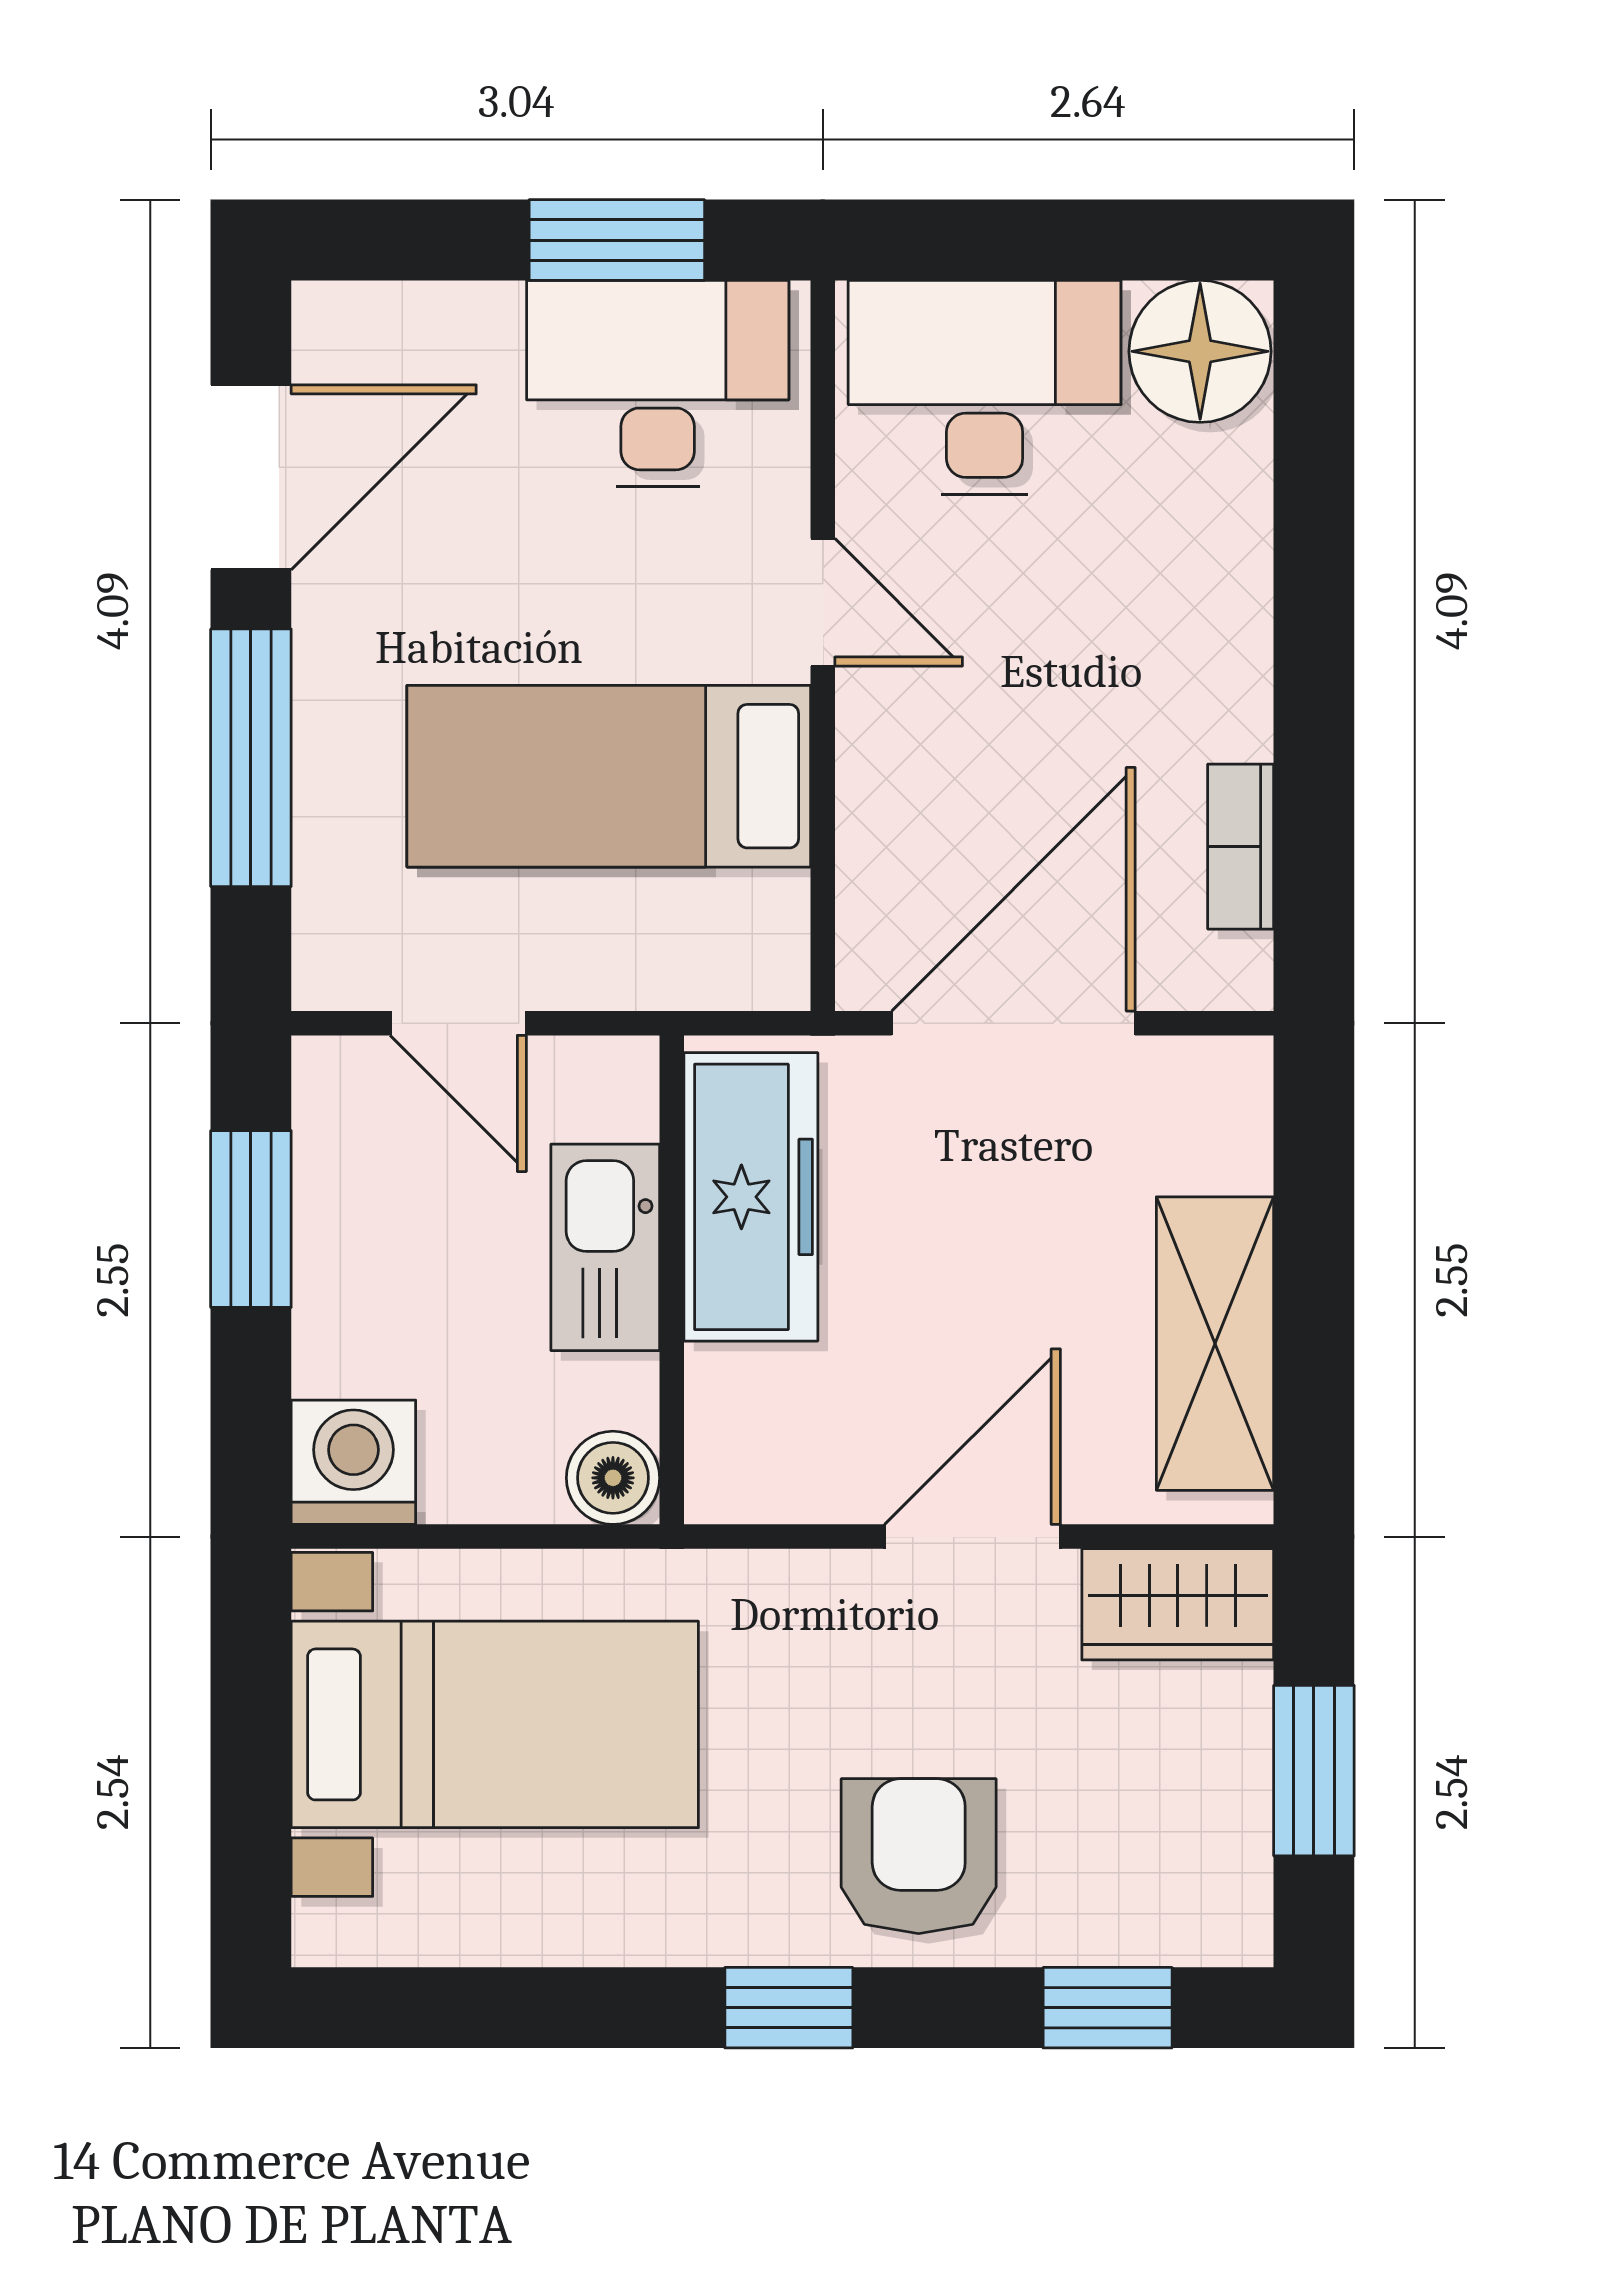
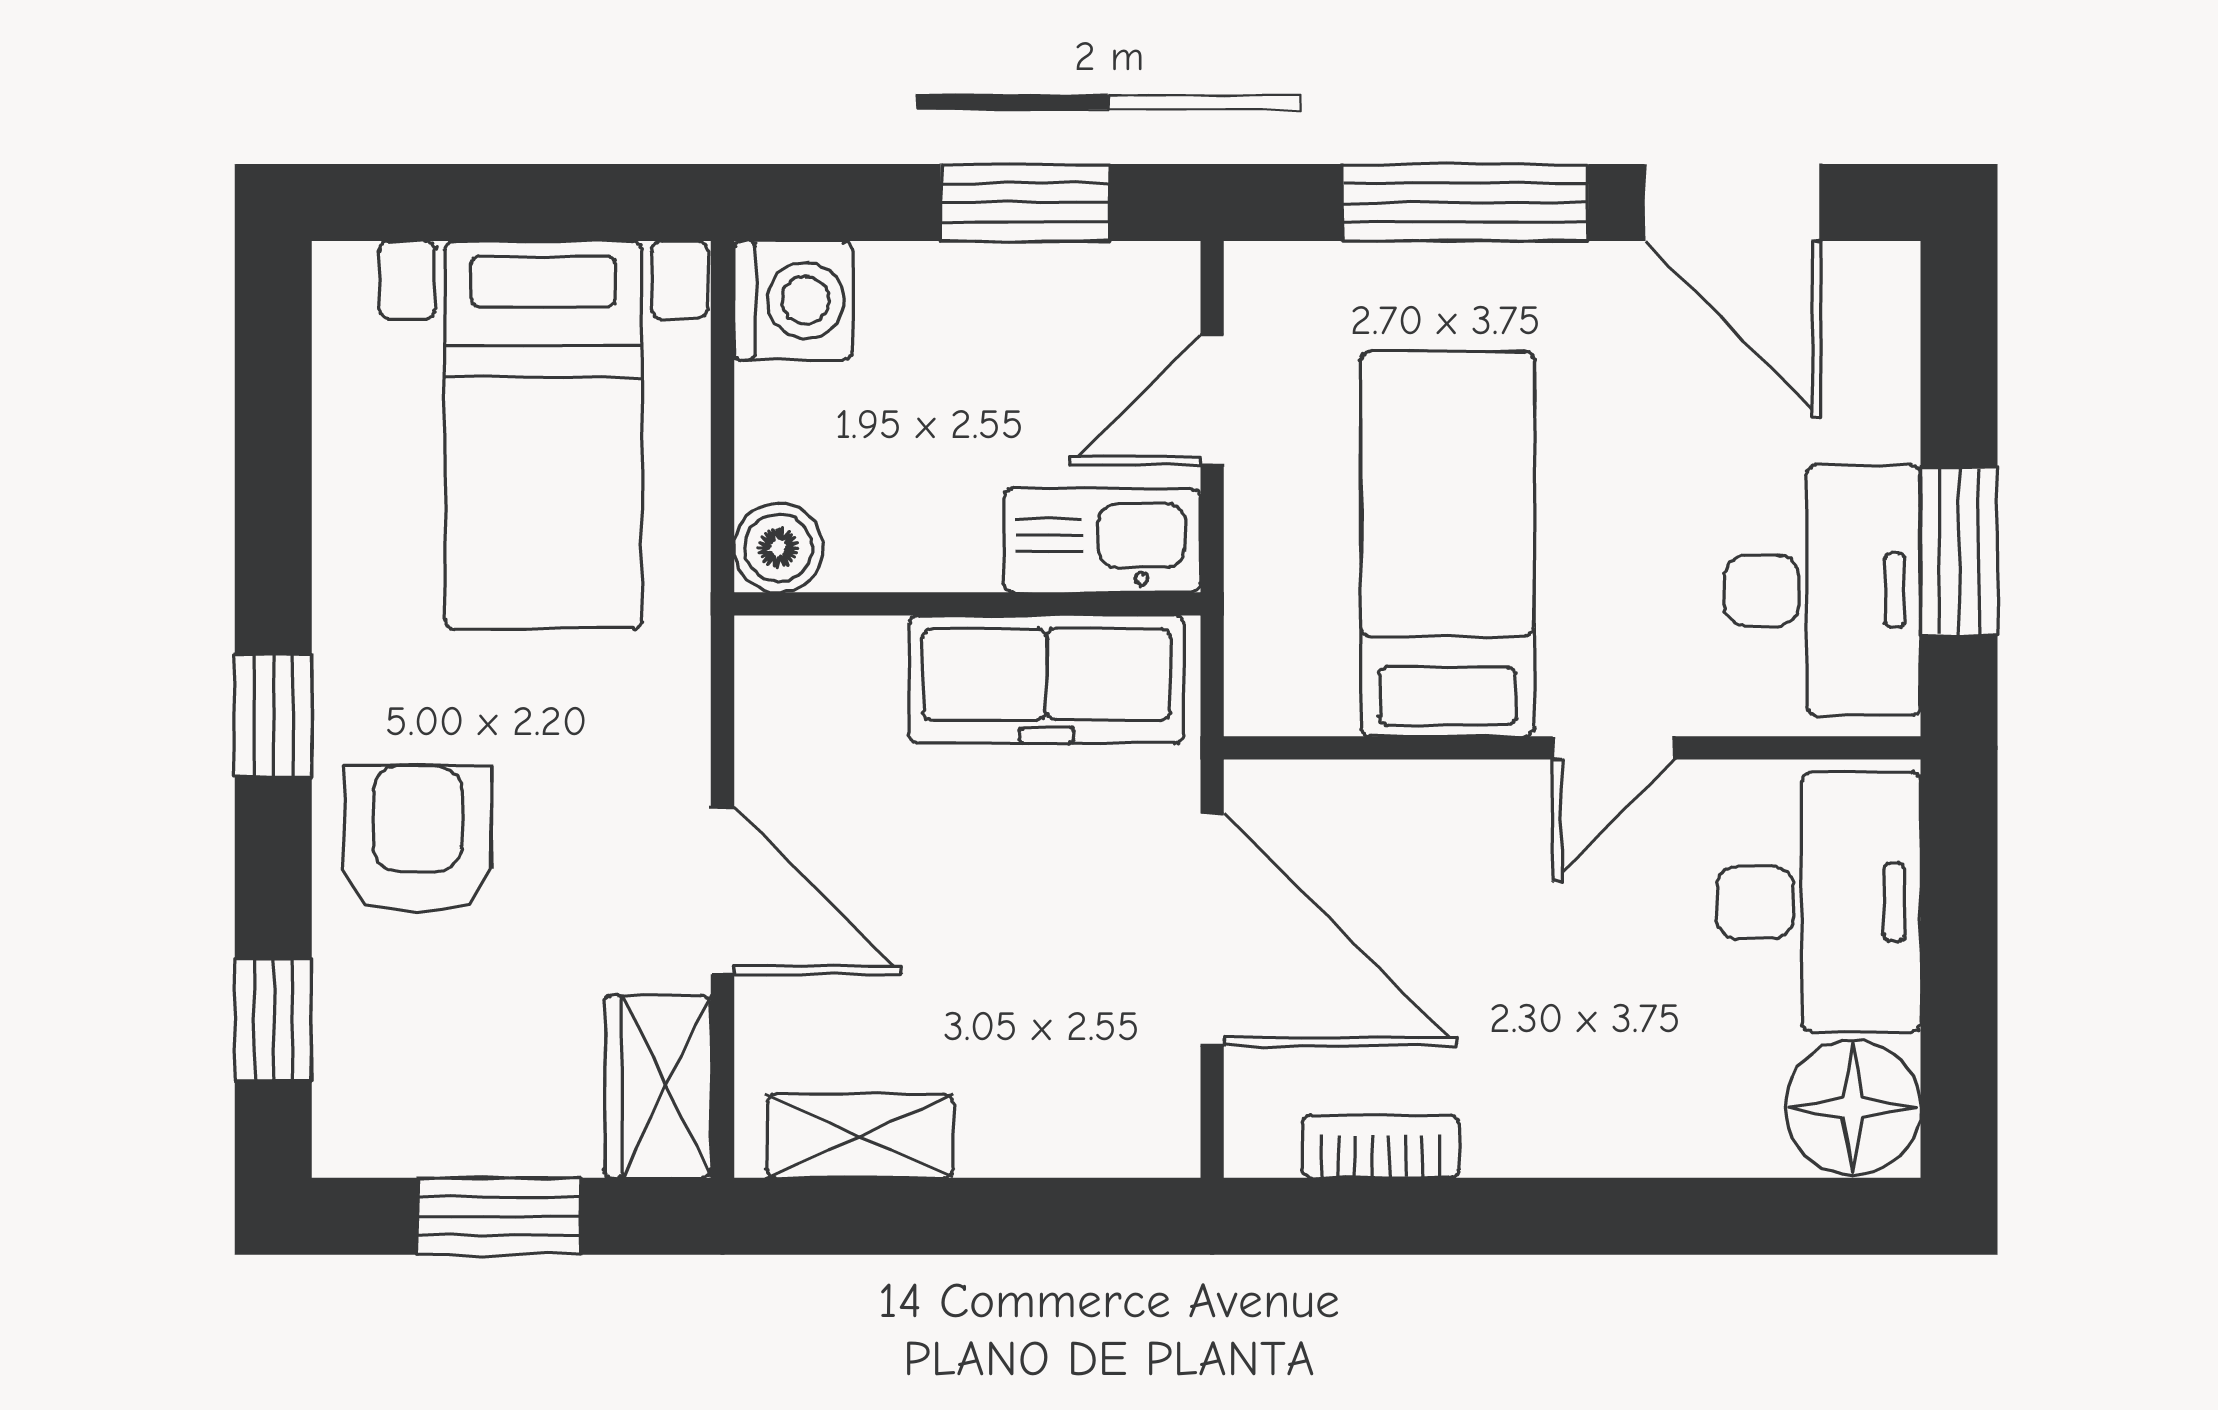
kitchen sink: (605, 1247) -> (1102, 540), moved
shelving: (1215, 1344) -> (860, 1136), width x0.67, depth x0.75
armchair: (919, 1856) -> (418, 839), turned -90

